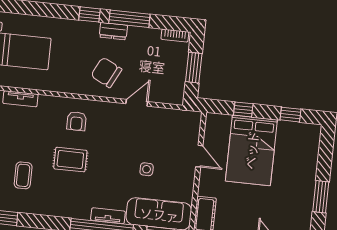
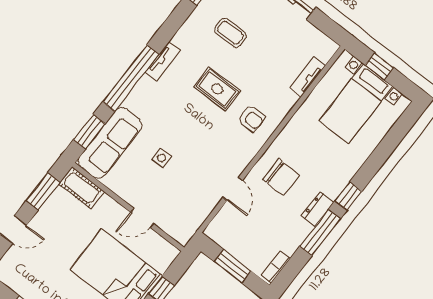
chair: (106, 72) -> (281, 177), turned 63
armchair: (77, 121) -> (251, 118), turned 180
rug: (70, 160) -> (217, 89), turned 90
tv unit: (108, 216) -> (163, 61), moved

